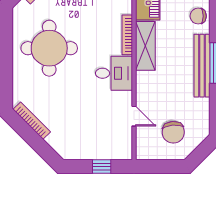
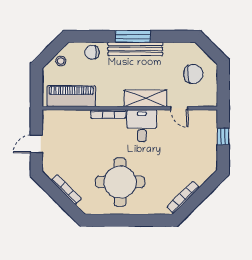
chair: (198, 16) -> (92, 52), turned 90
shelving: (145, 46) -> (145, 98), moved
door: (134, 116) -> (179, 108), swing flipped

